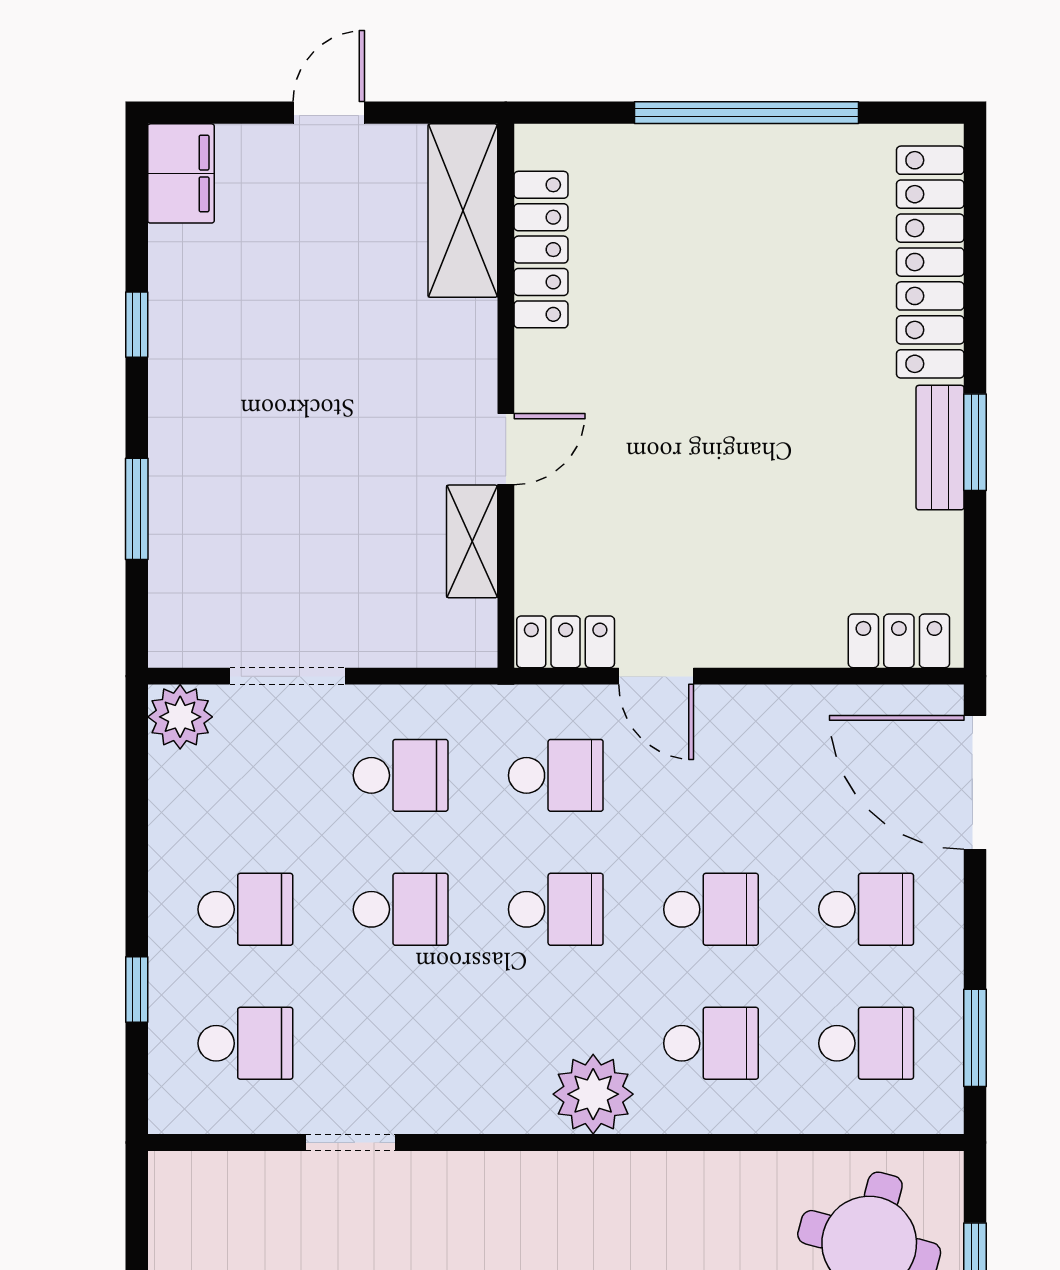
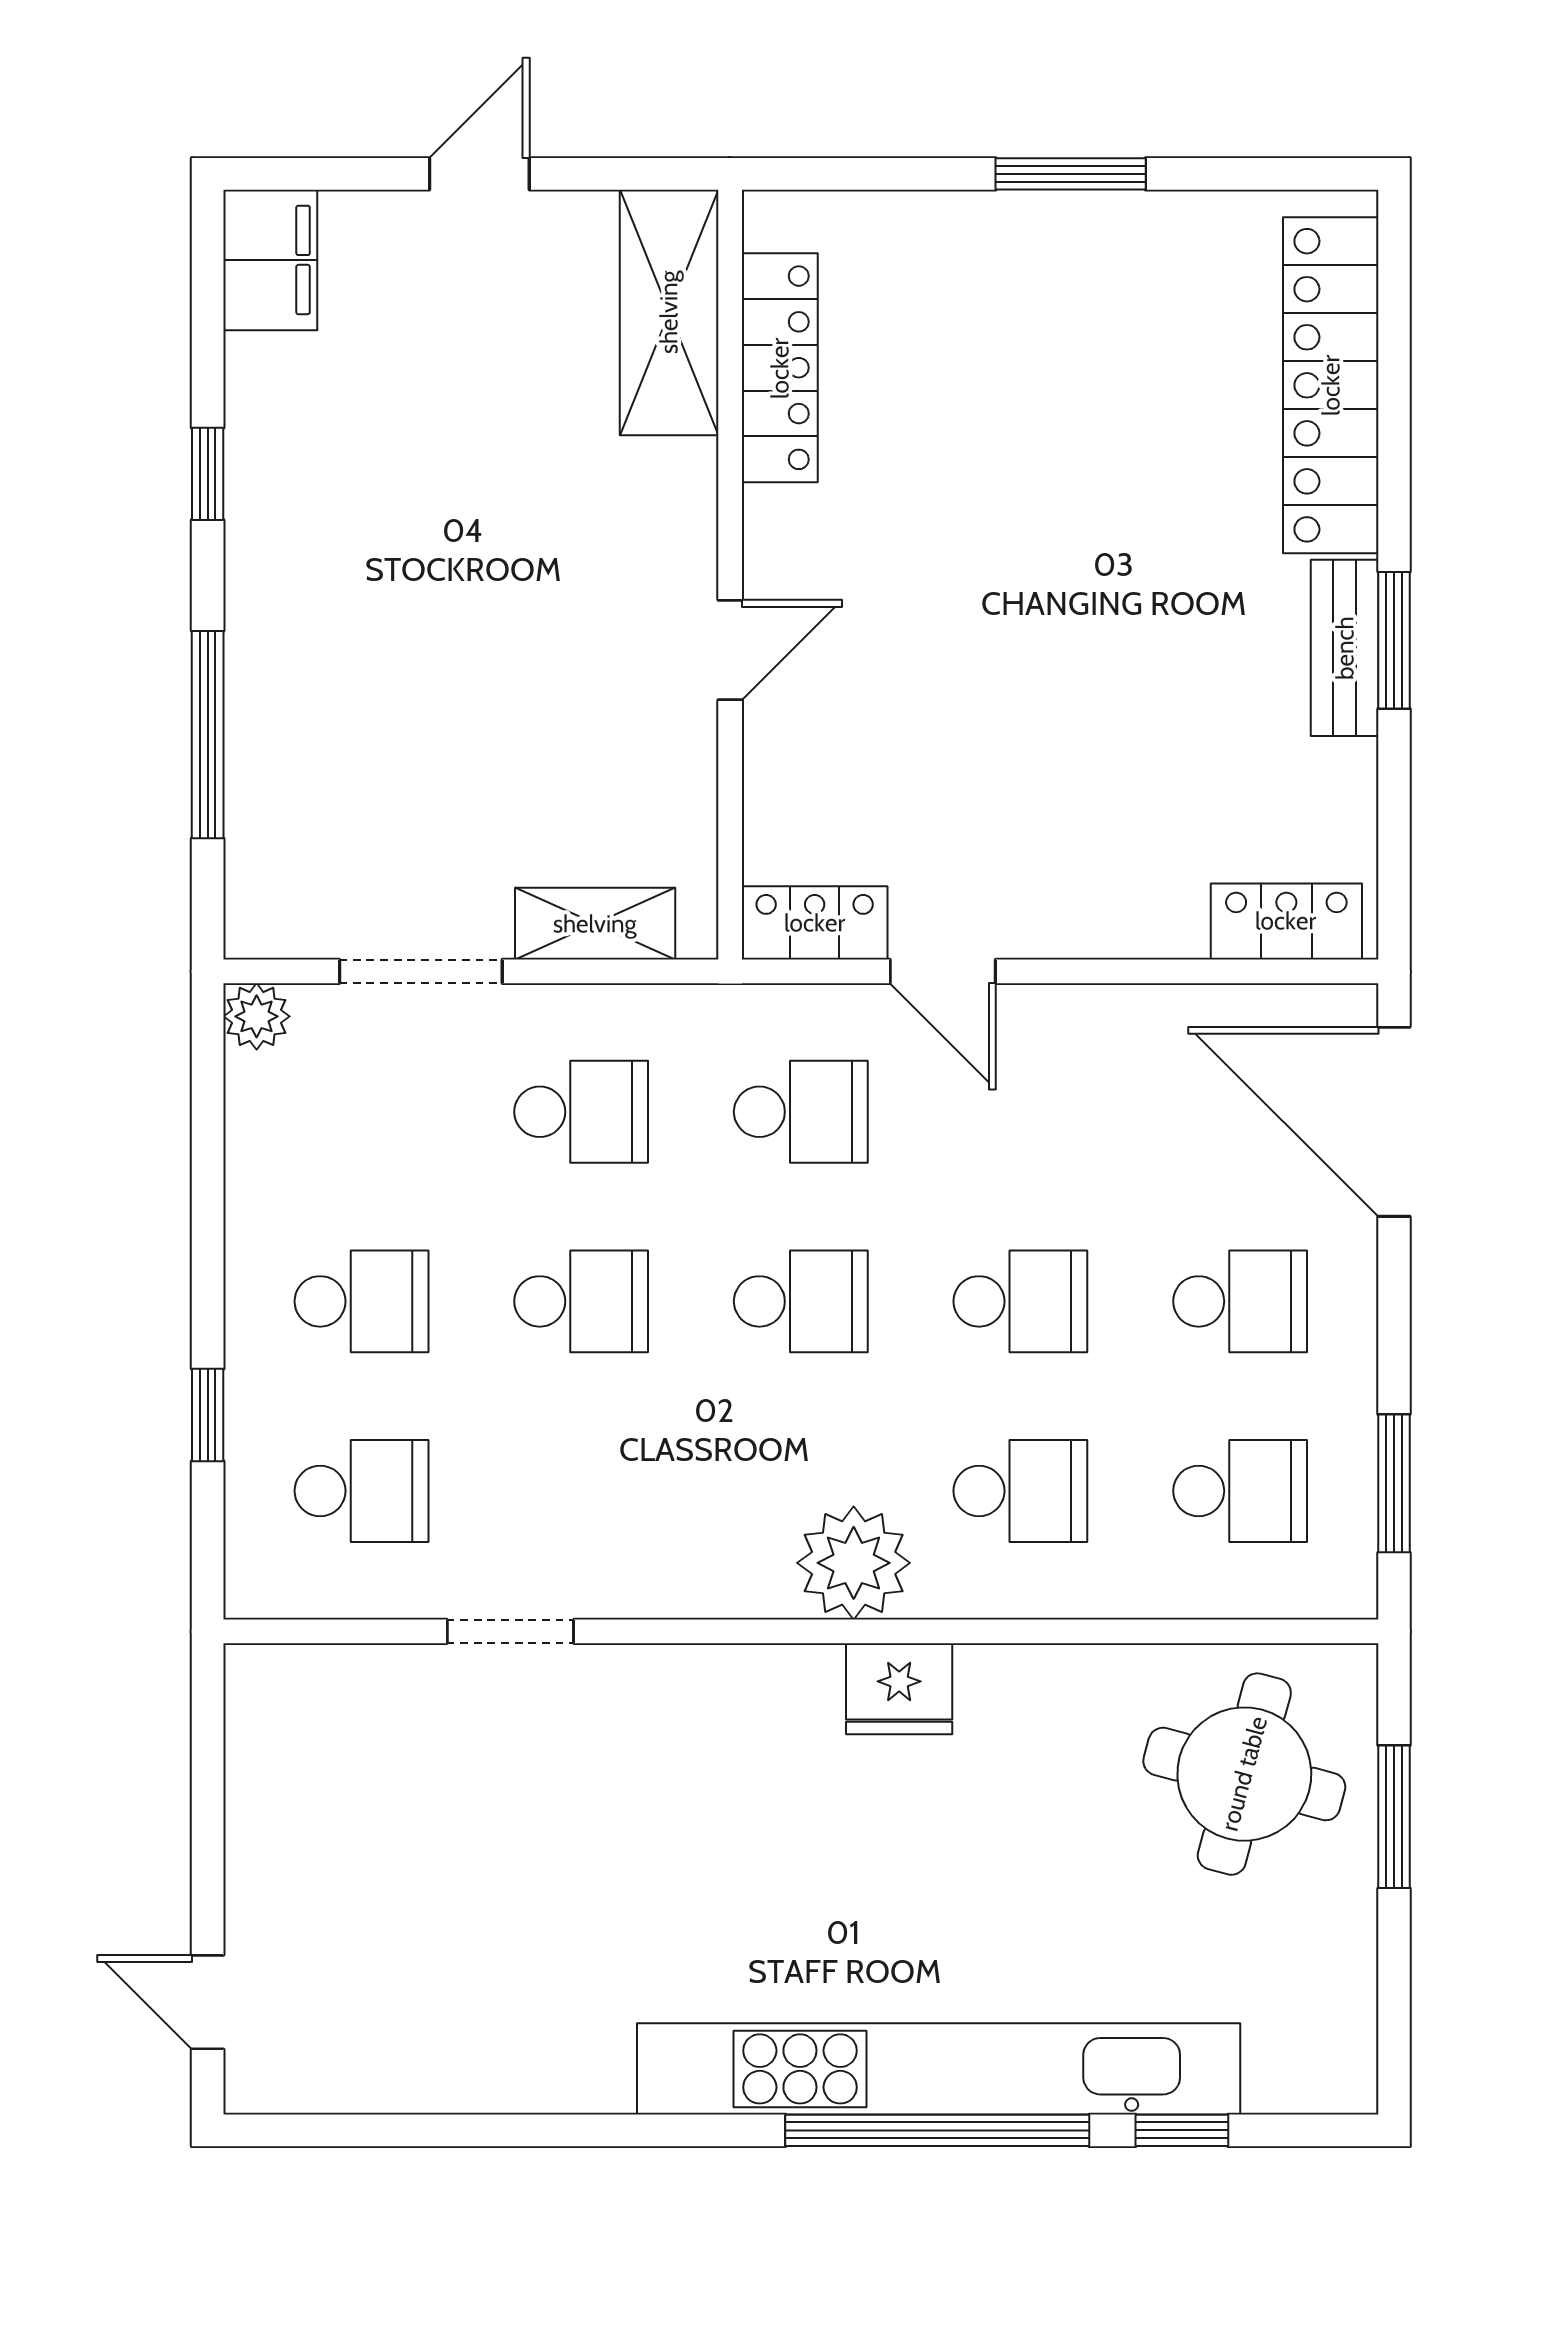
window: (746, 113) -> (1071, 174), width x0.47
window: (137, 509) -> (208, 735), width x1.44
shelving: (472, 541) -> (595, 924), moved, turned 90
plant: (180, 717) -> (257, 1016), width x0.73, depth x0.73
fridge: (625, 1183) -> (899, 1689), added

